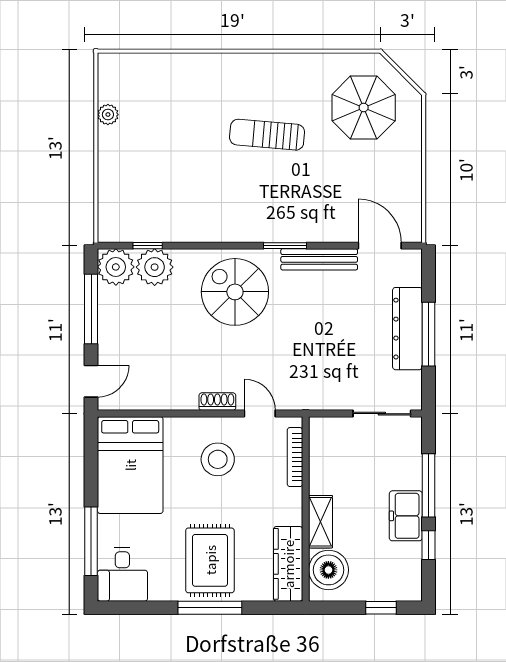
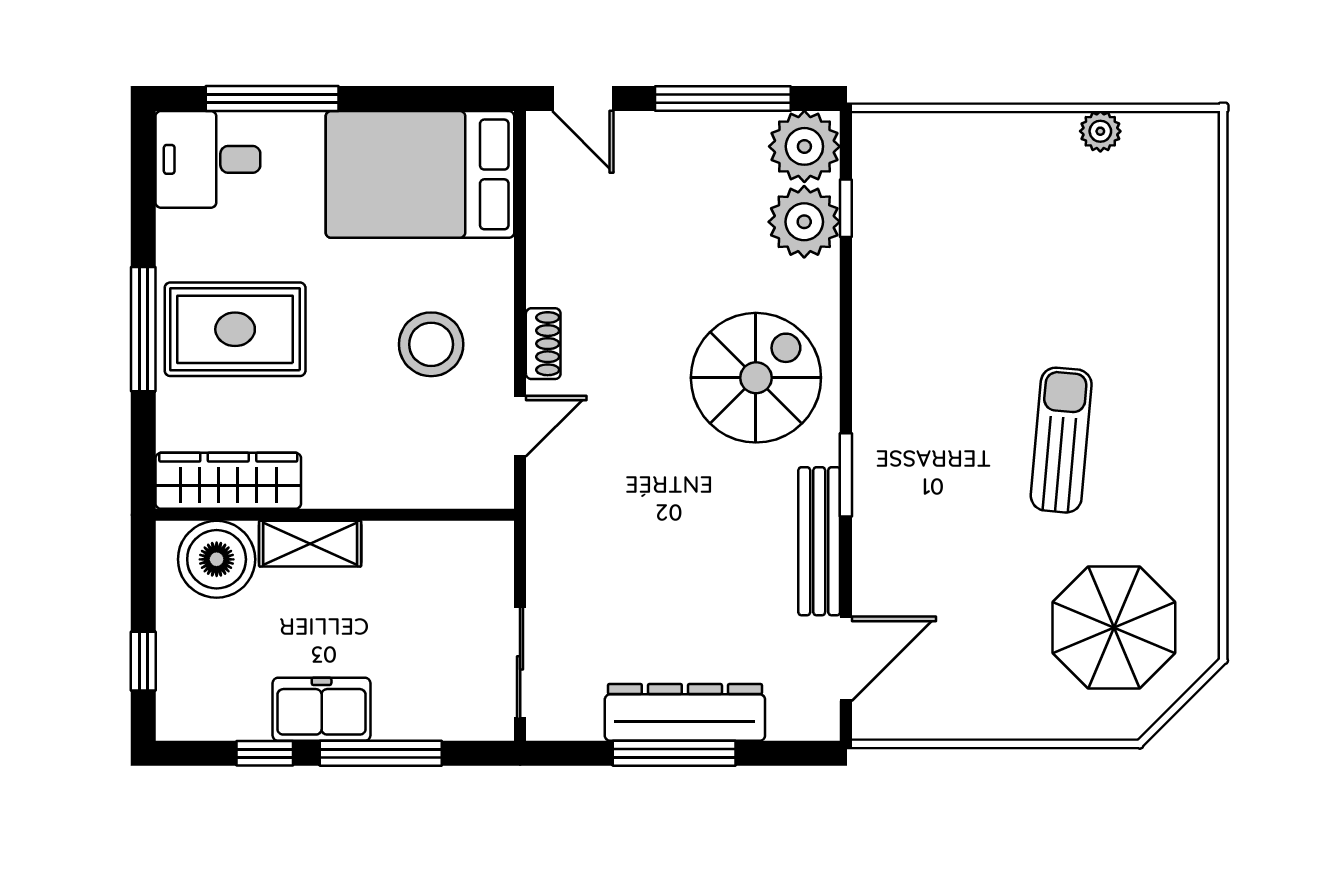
bookcase: (295, 457) -> (436, 494), removed

